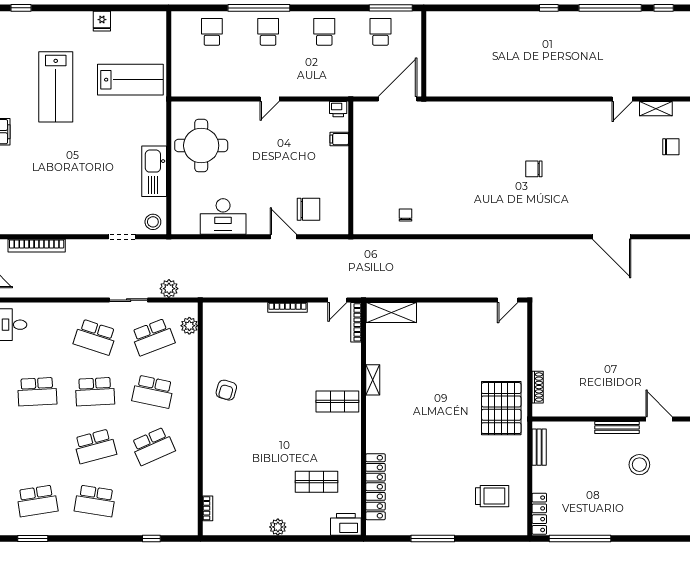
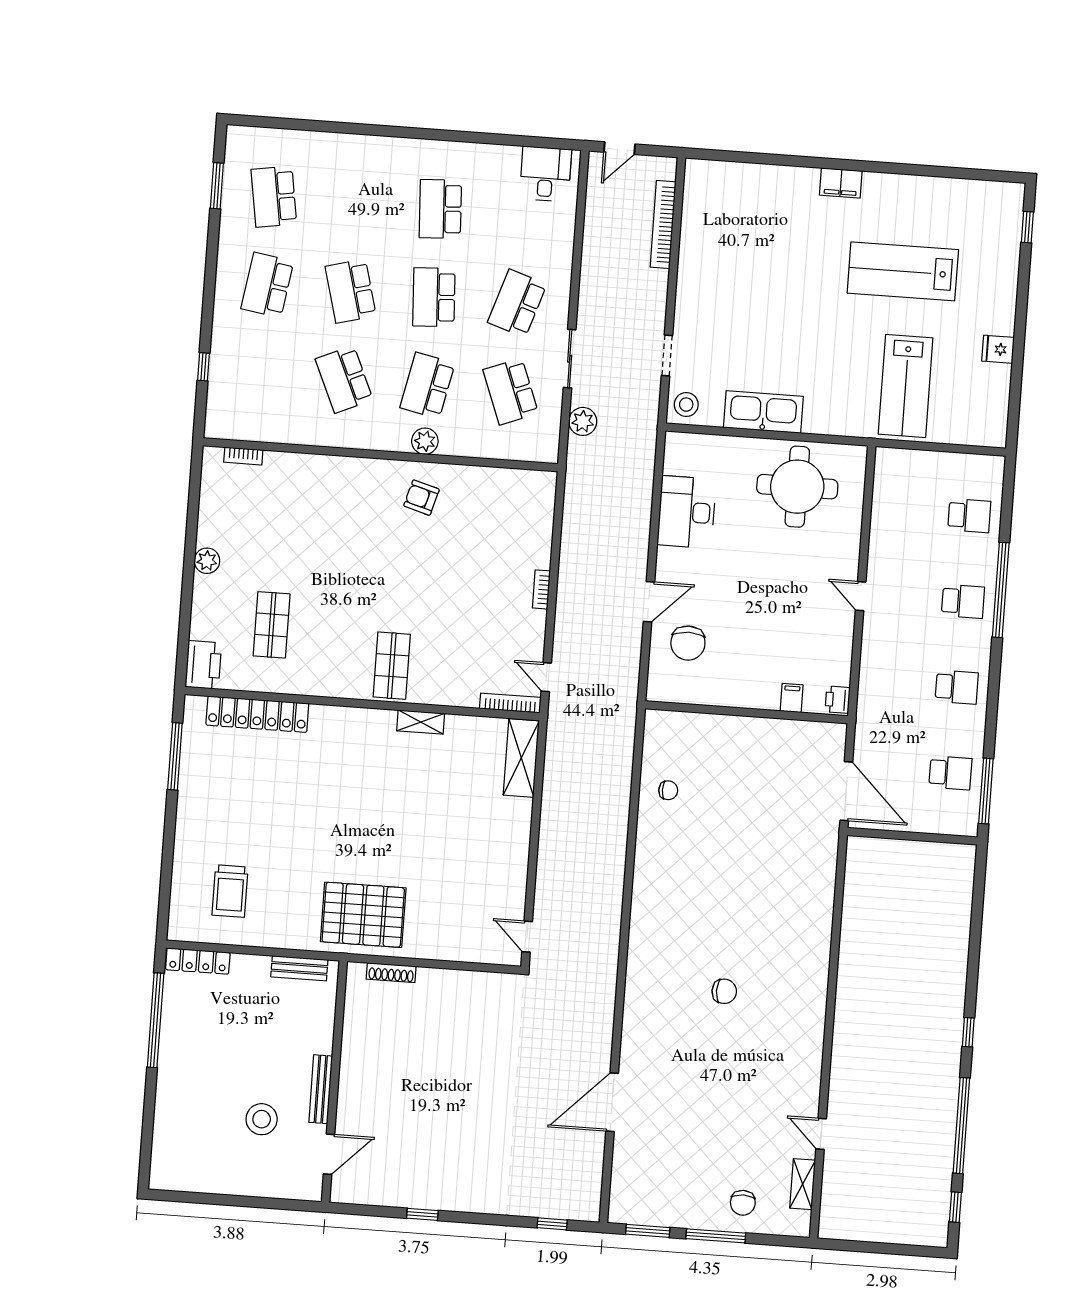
chair: (534, 169) -> (724, 991), turned 90
bookcase: (288, 307) -> (541, 589), width x0.64
plant: (189, 326) -> (425, 441), moved
window: (433, 538) -> (175, 756), moved

